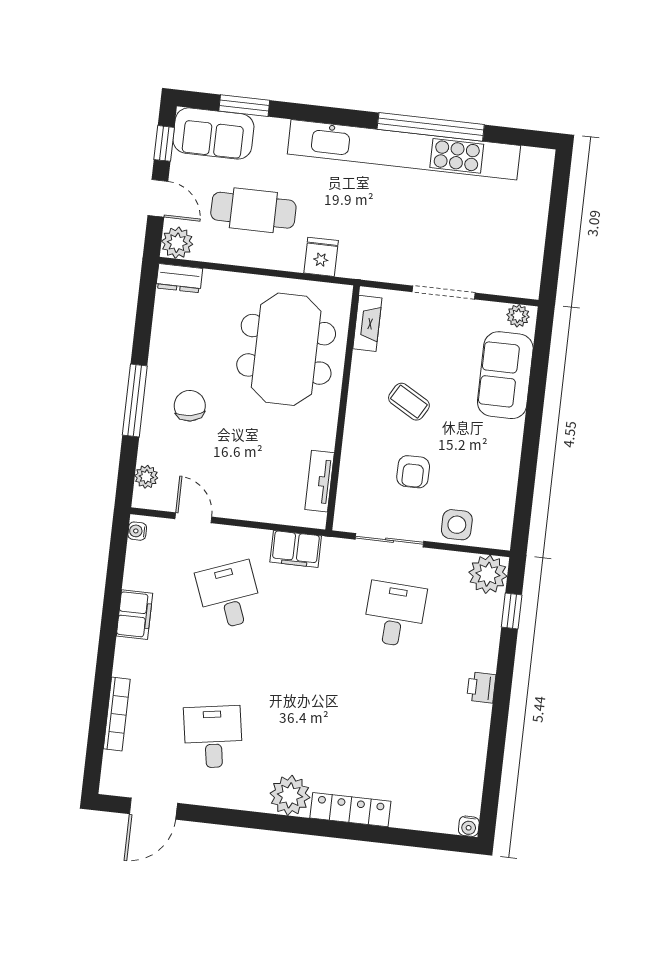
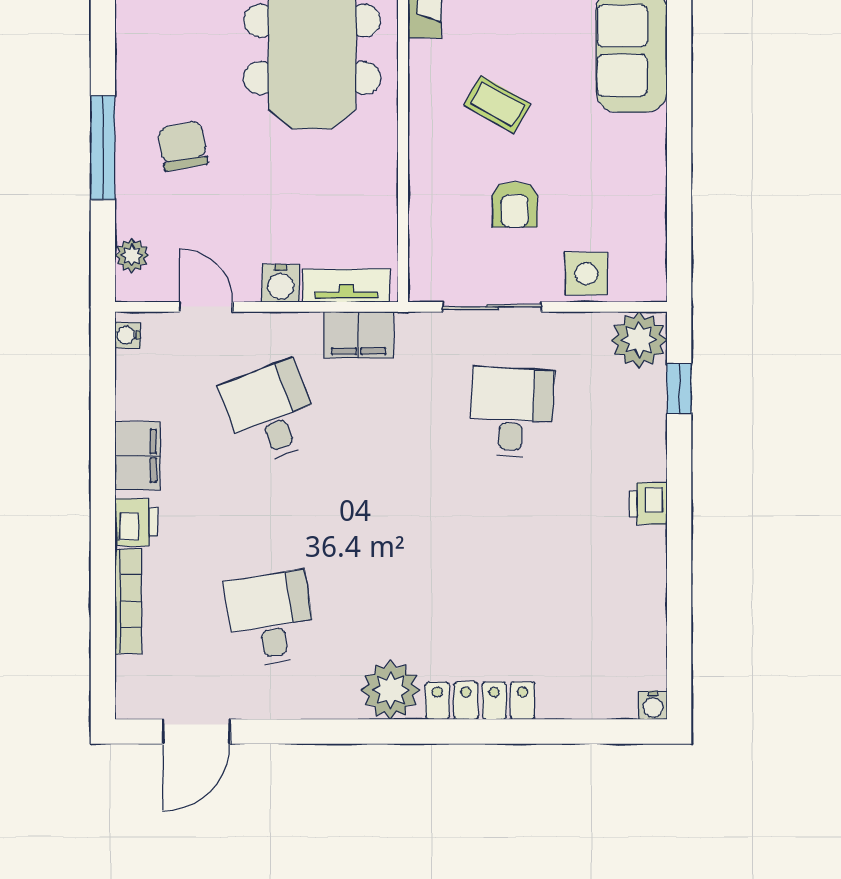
tv unit: (320, 481) -> (346, 286), moved, turned 90
water cooler: (246, 507) -> (281, 283), added
printer: (128, 660) -> (136, 522), added

